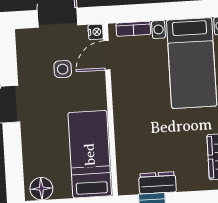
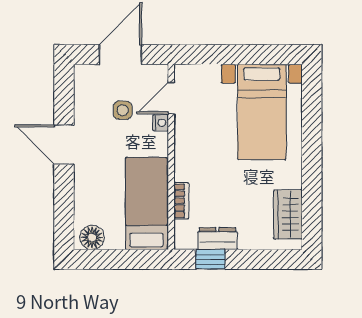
bookcase: (133, 29) -> (181, 201), moved, turned -90
nightstand: (96, 32) -> (161, 123), moved

